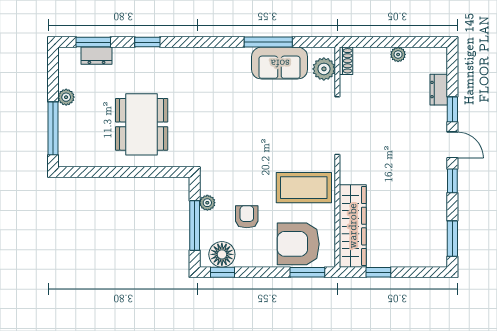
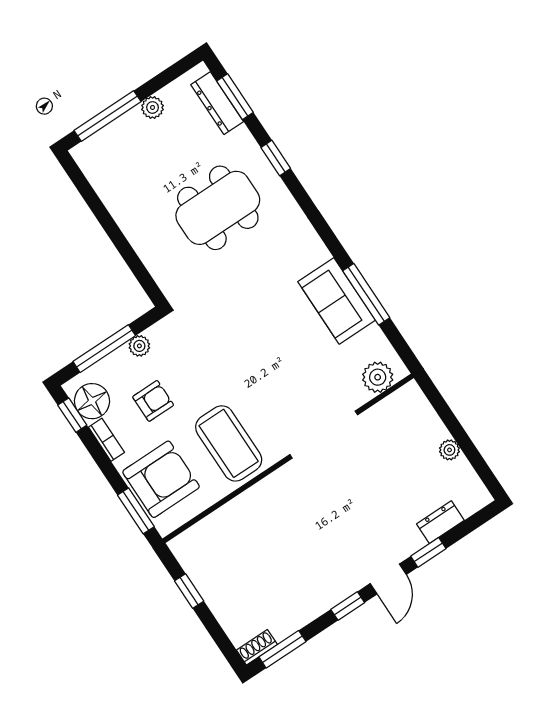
dresser: (96, 56) -> (217, 103), width x1.44
shoe rack: (346, 61) -> (257, 647), moved, turned 180
sofa: (280, 63) -> (337, 301), moved
dining table: (142, 124) -> (218, 208), moved
wardrobe: (353, 226) -> (222, 527), removed
armchair: (298, 244) -> (161, 479), turned 90
bookcase: (252, 261) -> (106, 440), added

